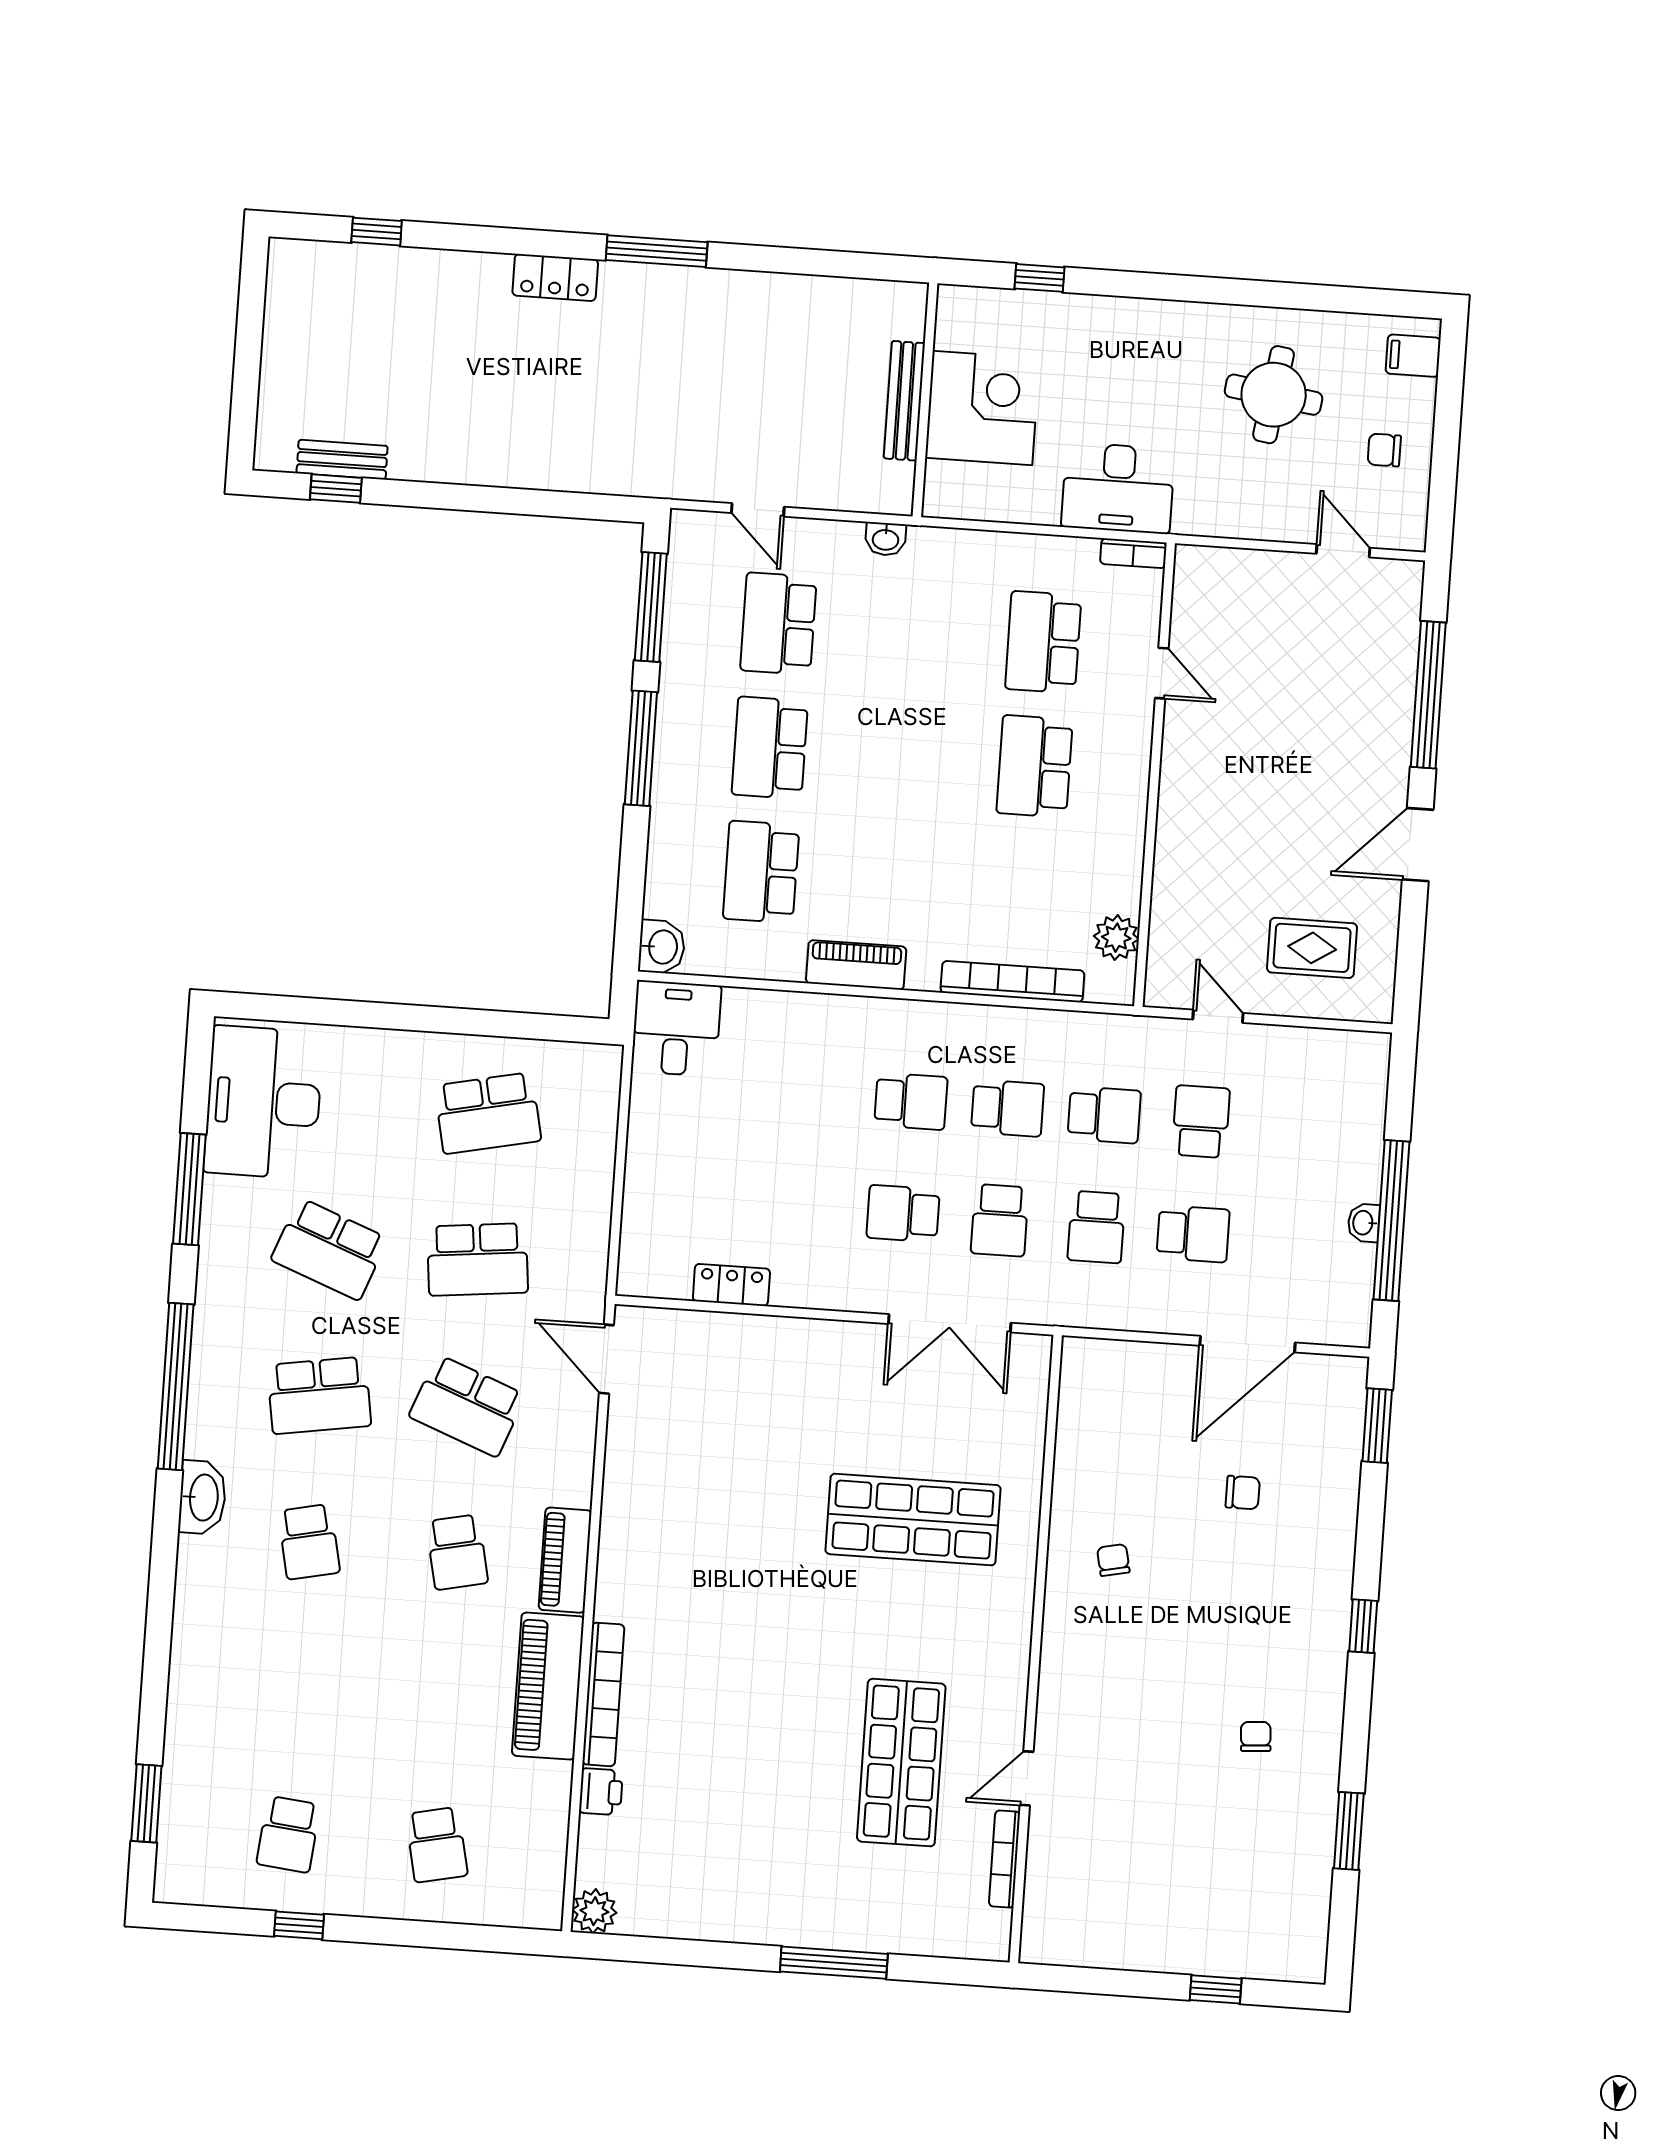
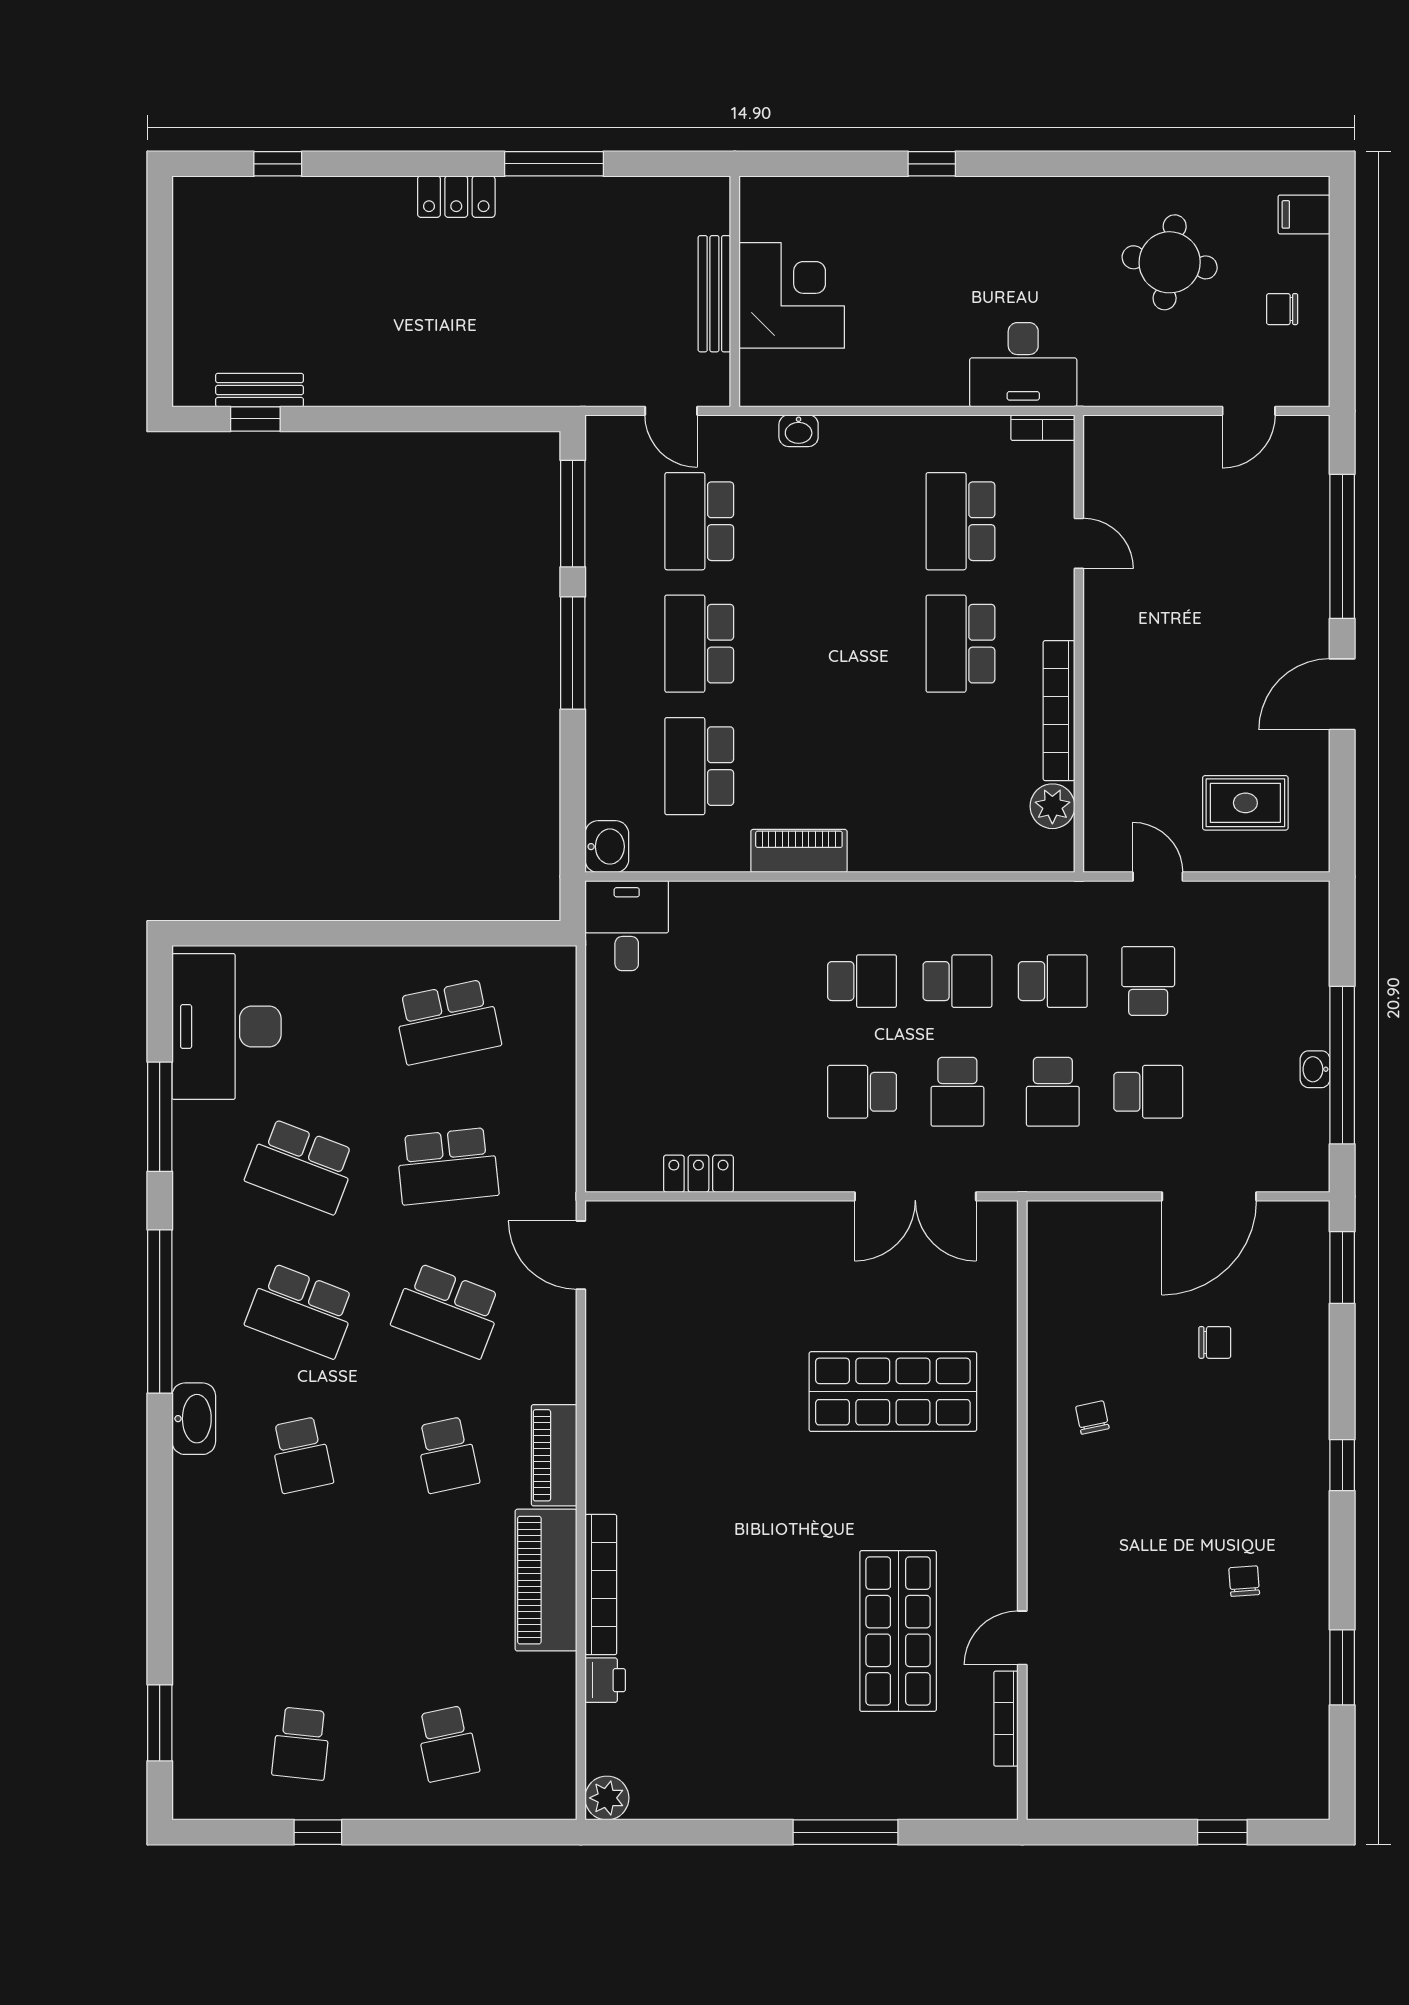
wall: (925, 400) -> (735, 291), moved
bench: (904, 401) -> (714, 294), moved
corner desk: (982, 408) -> (792, 295), moved
door: (1343, 551) -> (1249, 411), swing flipped
bookcase: (1012, 982) -> (1059, 711), moved, turned -90
school desk: (319, 1395) -> (301, 1310), turned 30

